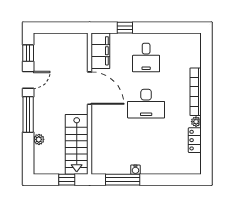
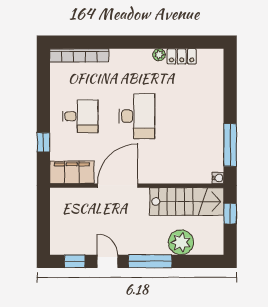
bookcase: (196, 92) -> (79, 55), moved
plant: (39, 139) -> (181, 242), width x1.88, depth x1.88
water cooler: (135, 170) -> (218, 178), moved

